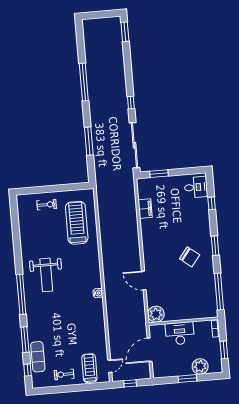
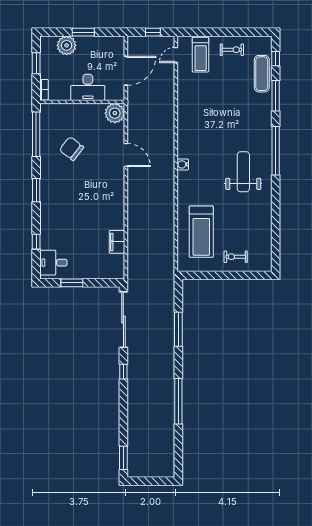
window: (159, 174) -> (72, 283), moved
chair: (190, 257) -> (72, 149), moved
water cooler: (98, 293) -> (183, 164), moved

